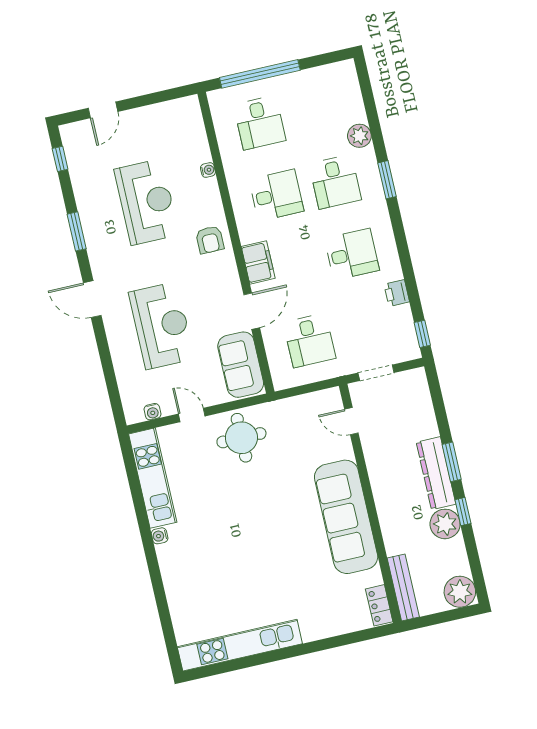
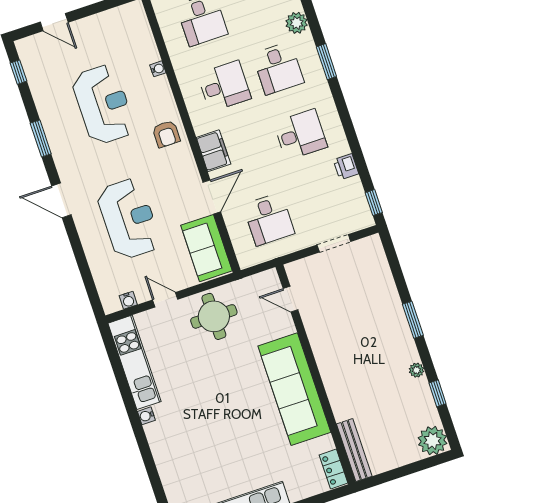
door: (103, 110) -> (54, 22), hinge flipped
door: (351, 421) -> (290, 299), moved
dresser: (436, 473) -> (399, 332), removed
wall: (370, 503) -> (316, 374), moved
window: (463, 512) -> (437, 393), moved
sofa: (346, 517) -> (294, 389), moved
plant: (445, 524) -> (417, 370), width x0.53, depth x0.53
bench: (403, 587) -> (354, 450), moved
locker: (379, 605) -> (333, 469), moved

